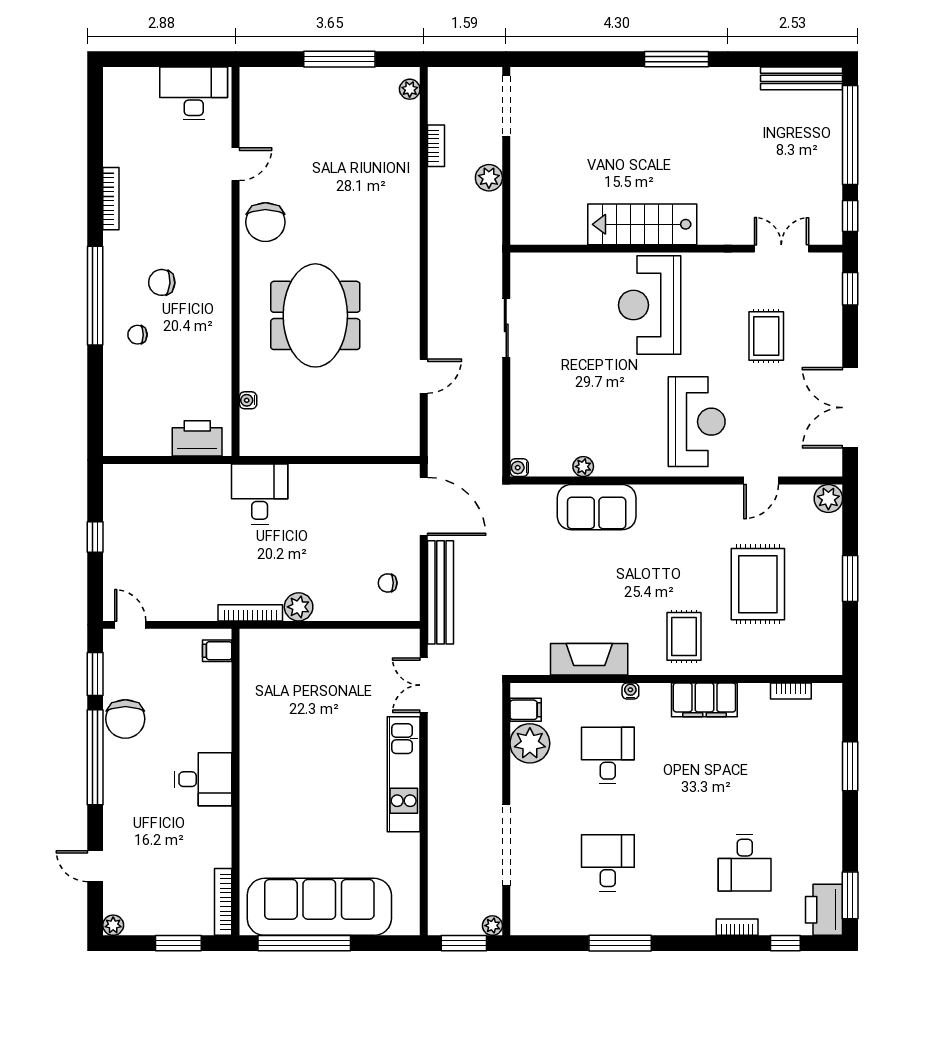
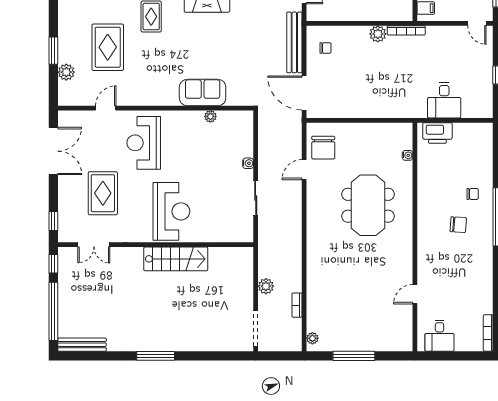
desk: (194, 93) -> (439, 336), width x0.73
bookcase: (111, 199) -> (488, 333), moved
chair: (265, 222) -> (323, 148), moved, turned 180
rug: (766, 336) -> (103, 193), width x1.36, depth x1.43
water cooler: (519, 468) -> (248, 163), moved
desk: (260, 494) -> (444, 100), moved
plant: (828, 499) -> (66, 72), moved

